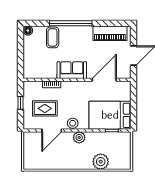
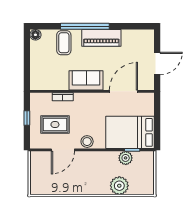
piano: (110, 33) -> (101, 38), moved
plant: (79, 137) -> (126, 158), moved

